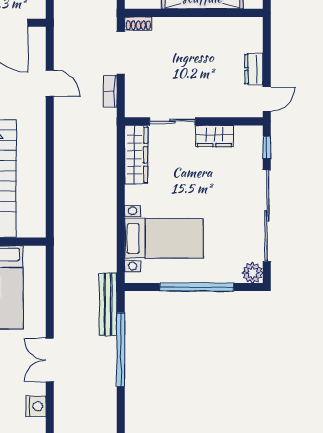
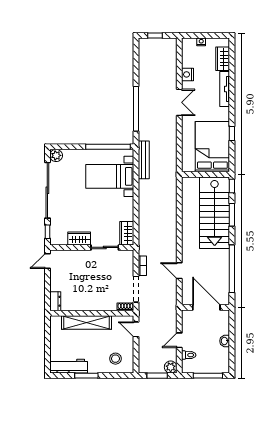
dresser: (254, 69) -> (55, 301), moved
wardrobe: (136, 155) -> (127, 233), width x0.67
window: (197, 287) -> (108, 147), moved
bench: (108, 304) -> (144, 160), moved

